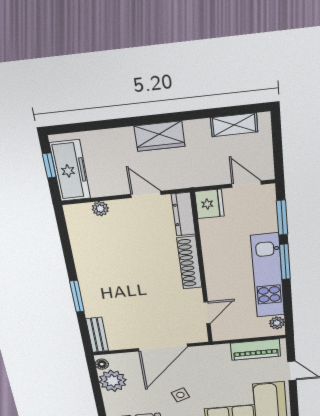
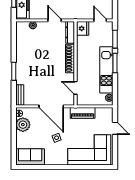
door: (207, 313) -> (75, 88), swing flipped
door: (163, 348) -> (51, 106), hinge flipped
piano: (255, 350) -> (83, 113), moved

